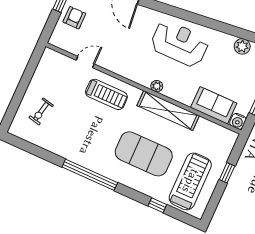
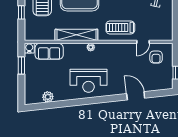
armchair: (74, 18) -> (156, 57), moved

